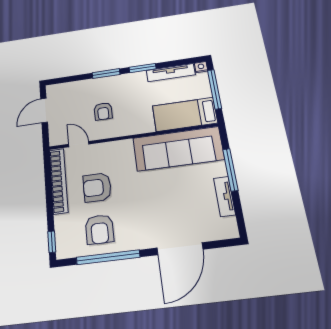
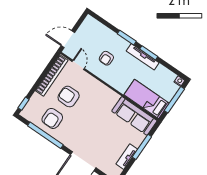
tv unit: (171, 73) -> (143, 57), moved
door: (44, 110) -> (68, 39), moved
sofa: (178, 149) -> (134, 116), width x0.74, depth x0.79

